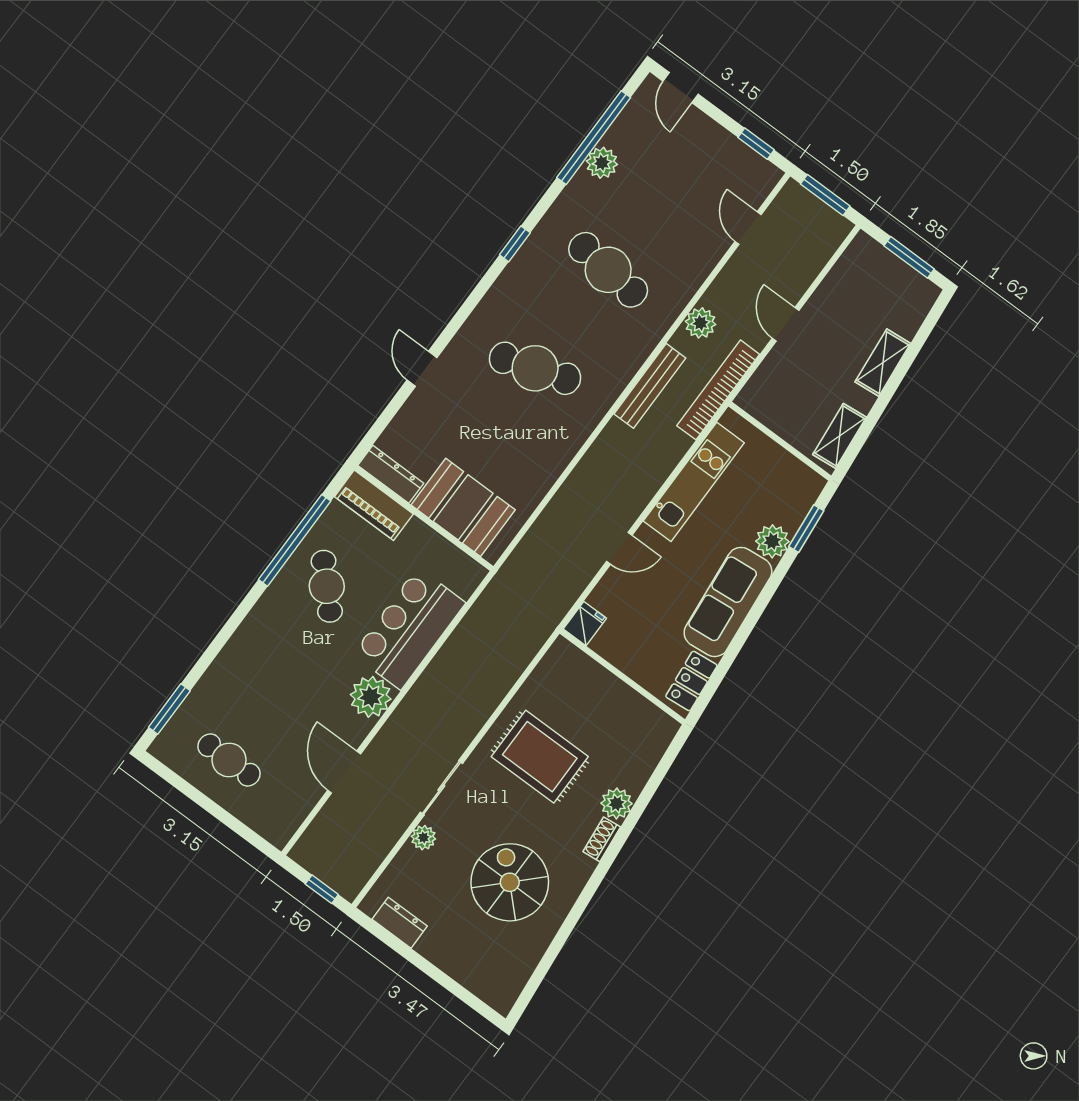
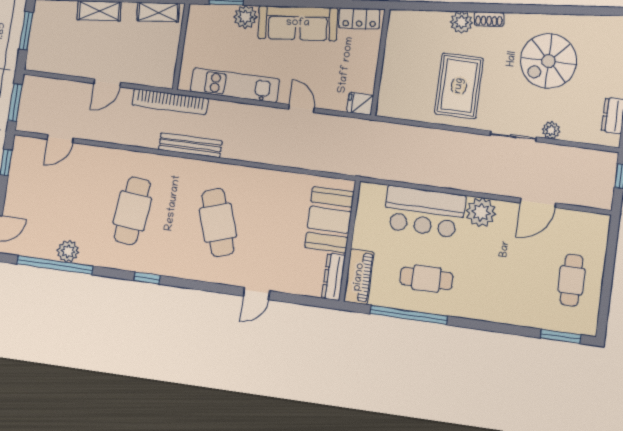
plant: (700, 323) -> (135, 136), removed
cafe table: (327, 586) -> (426, 279), turned 43

